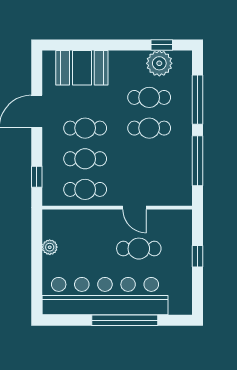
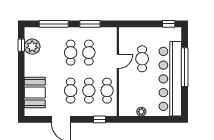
cafe table: (149, 97) -> (89, 53), moved
window: (198, 161) -> (90, 24), width x0.69
window: (198, 256) -> (169, 24), moved

